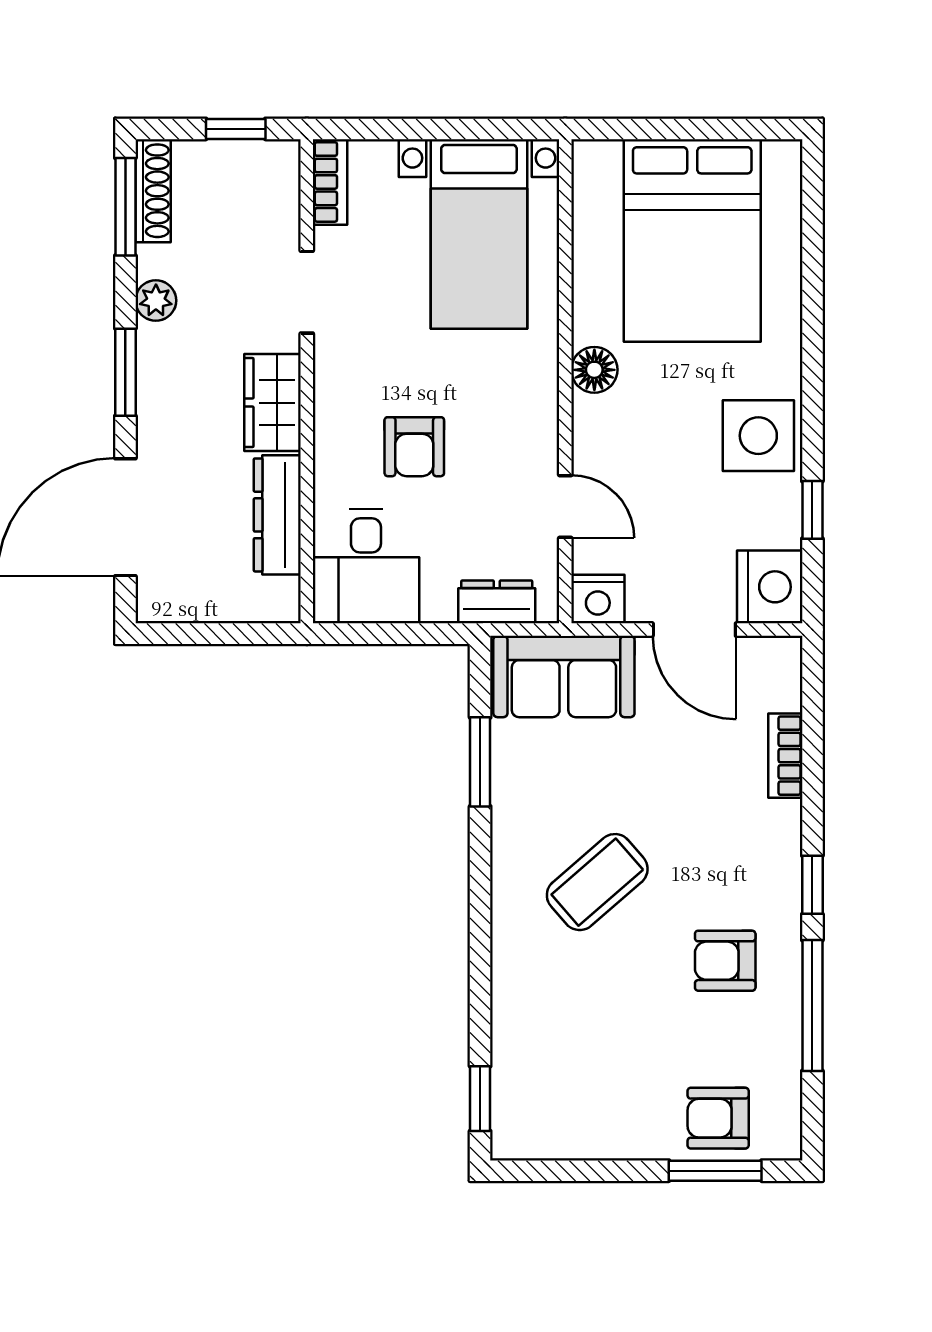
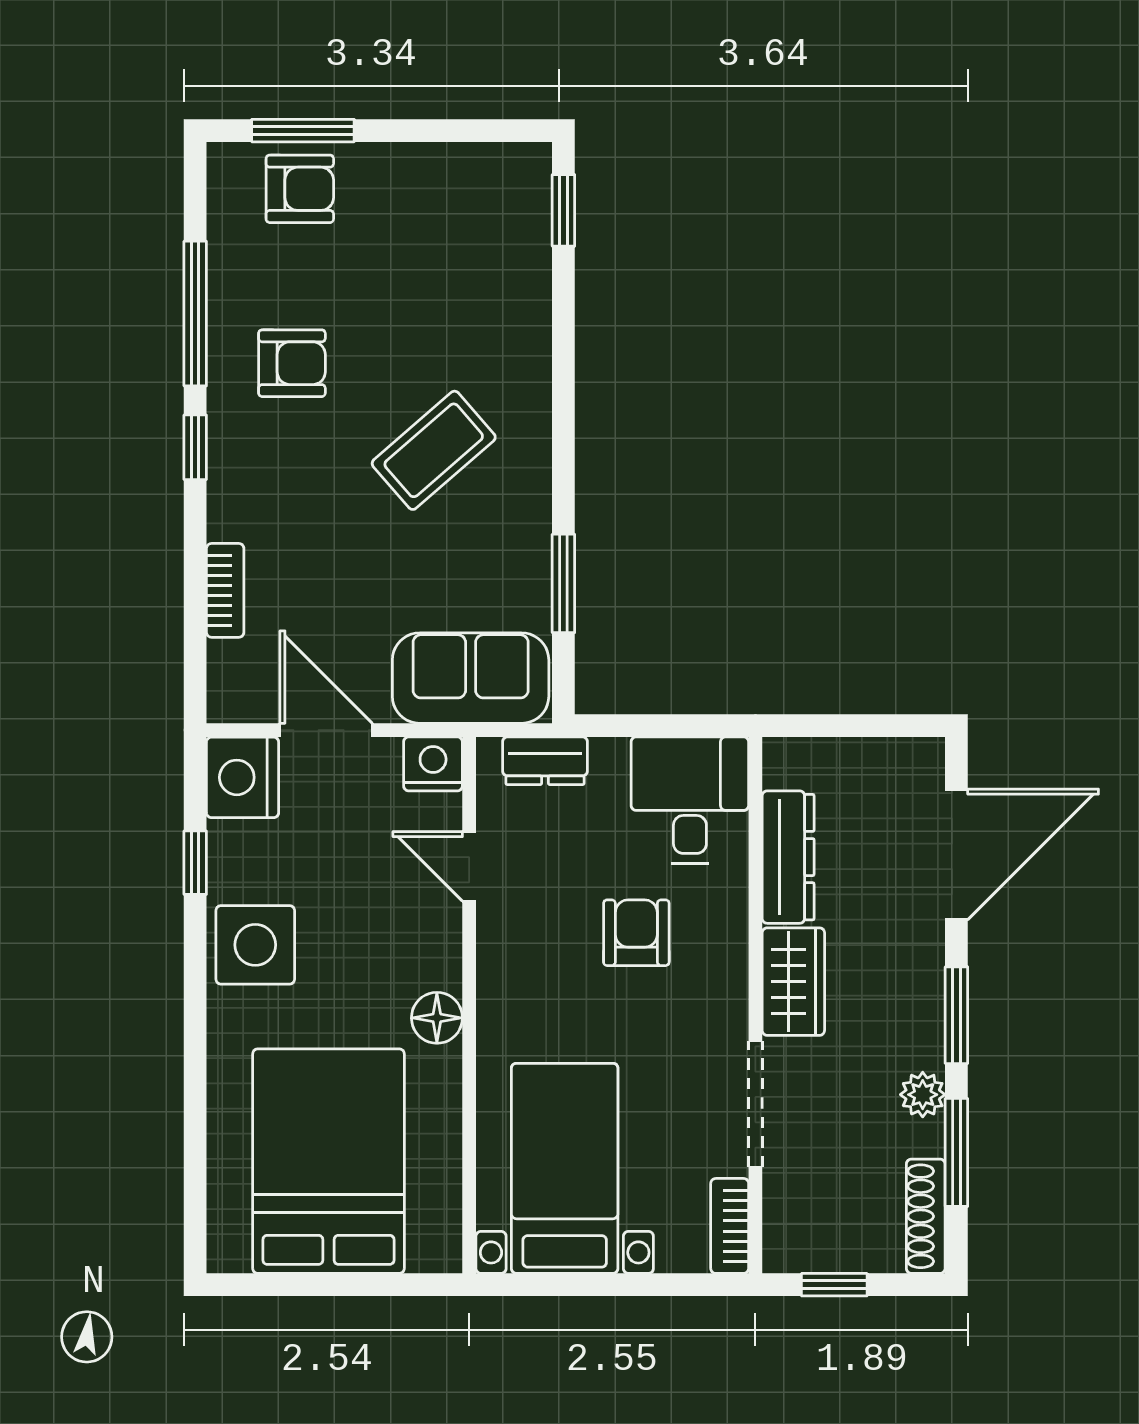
window: (125, 207) -> (956, 1152), moved
doorway: (307, 292) -> (755, 1104), width x1.38

